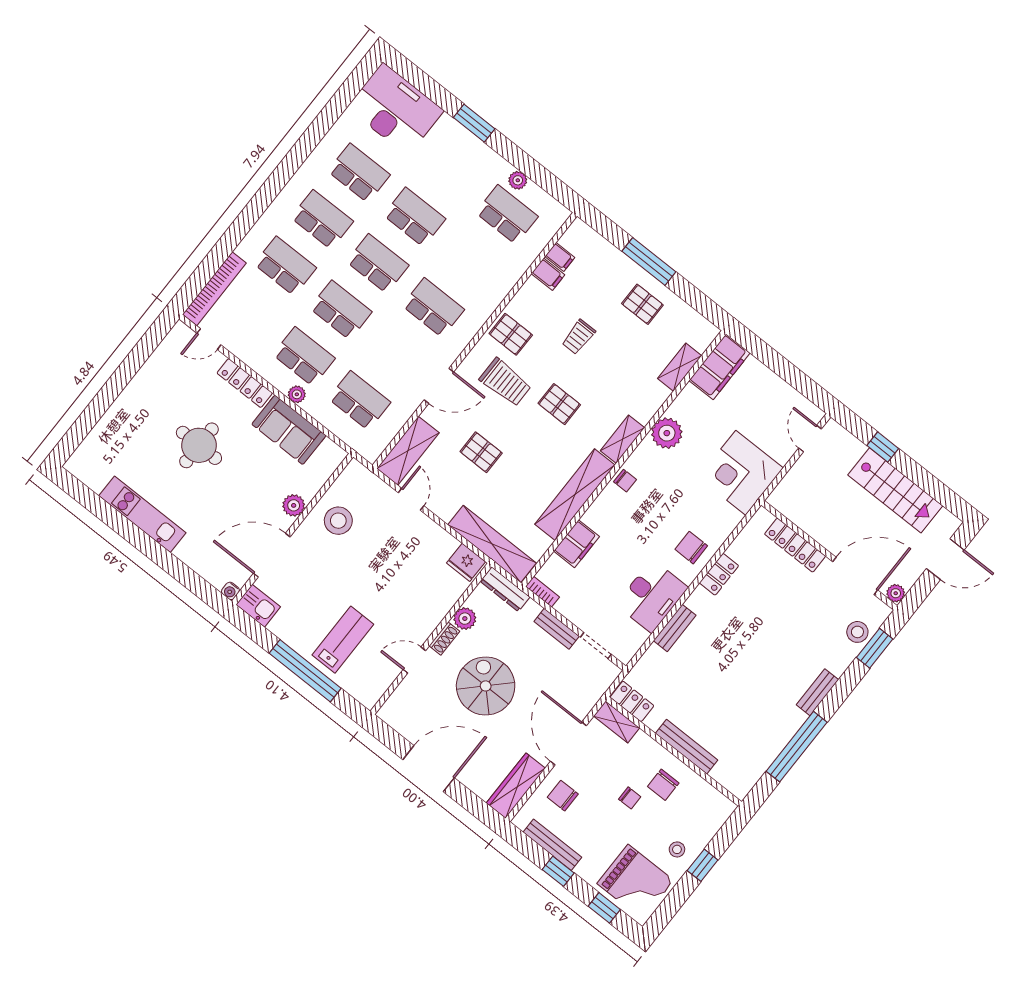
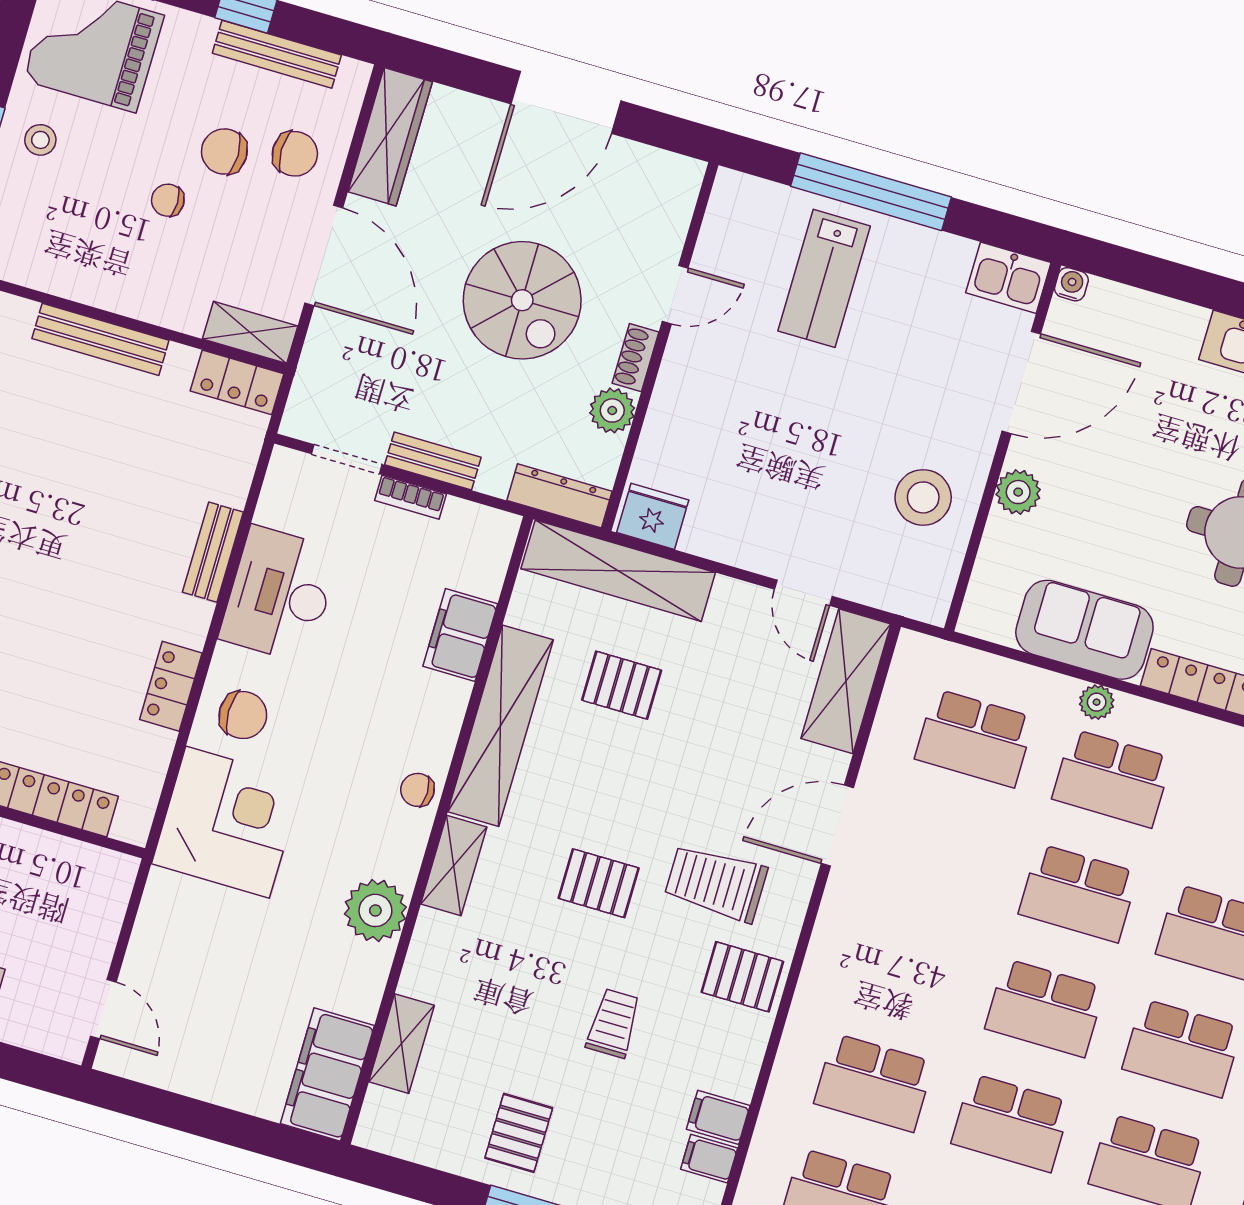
pallet: (642, 304) -> (519, 1133), turned 90
school desk: (433, 308) -> (874, 1083), moved
pallet: (481, 452) -> (622, 685), moved
corner desk: (741, 473) -> (227, 822), moved
bookcase: (543, 592) -> (410, 497), moved
chair: (663, 785) -> (224, 152), moved, turned -90

